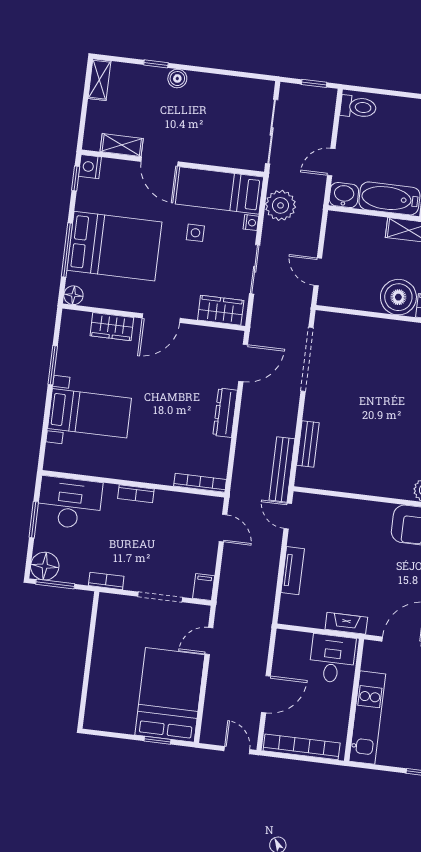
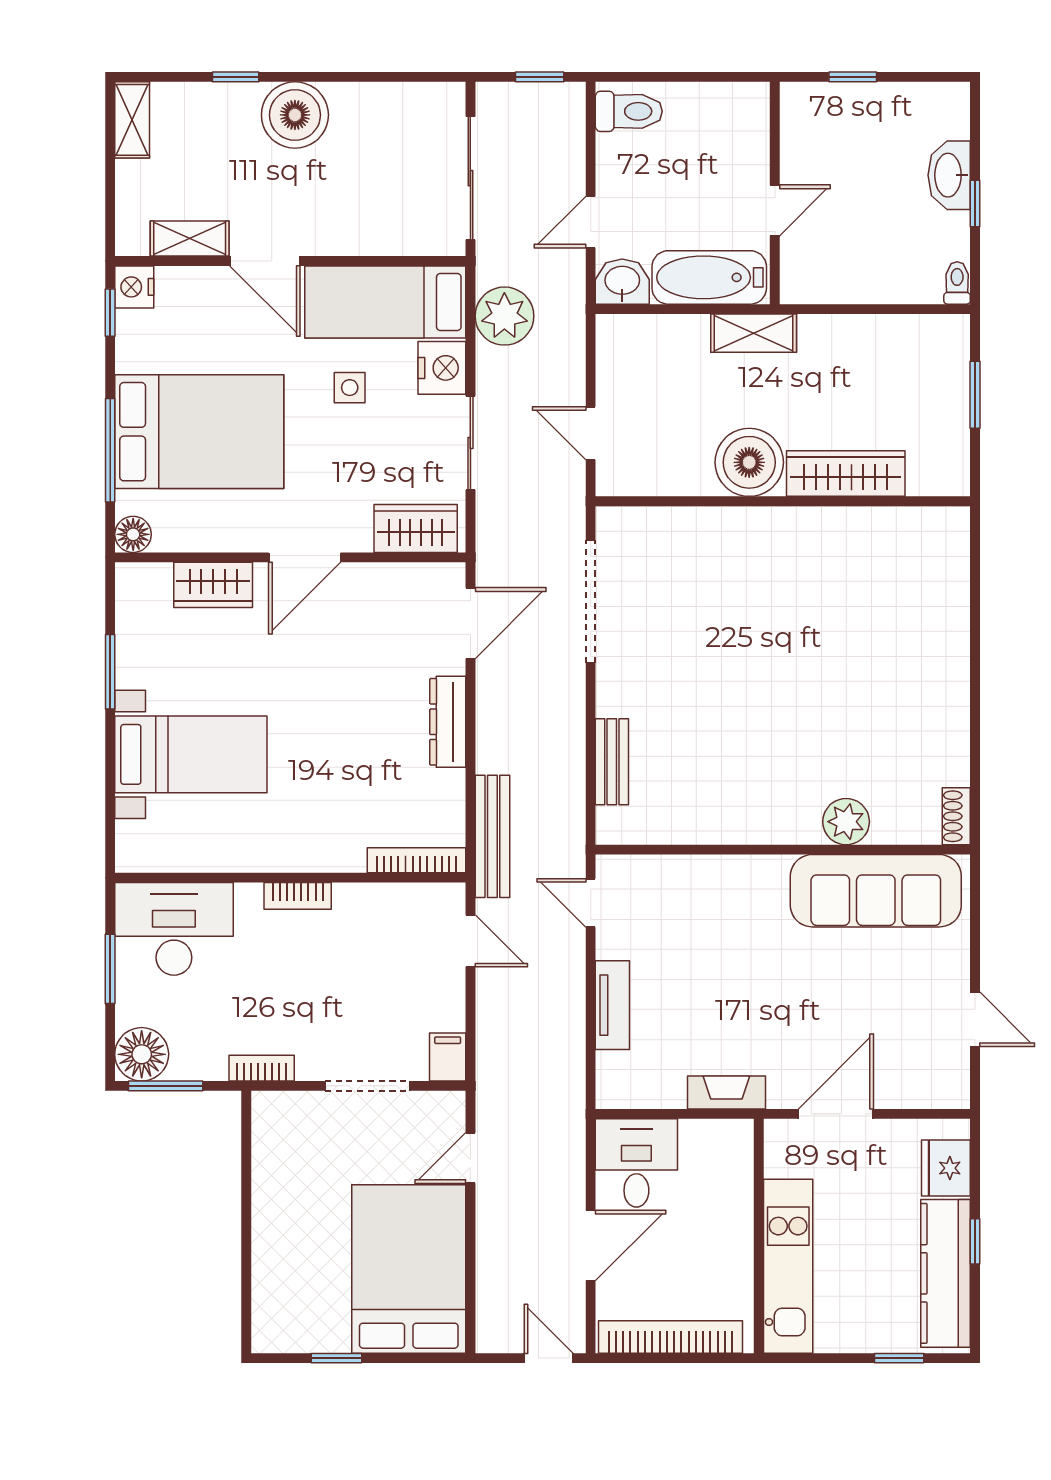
boiler: (177, 79) -> (295, 115), width x1.86, depth x1.86
nightstand: (251, 223) -> (442, 368), width x1.89, depth x1.79
bench: (282, 469) -> (492, 836), moved
desk: (332, 659) -> (636, 1163), moved
window: (157, 740) -> (336, 1358), moved

